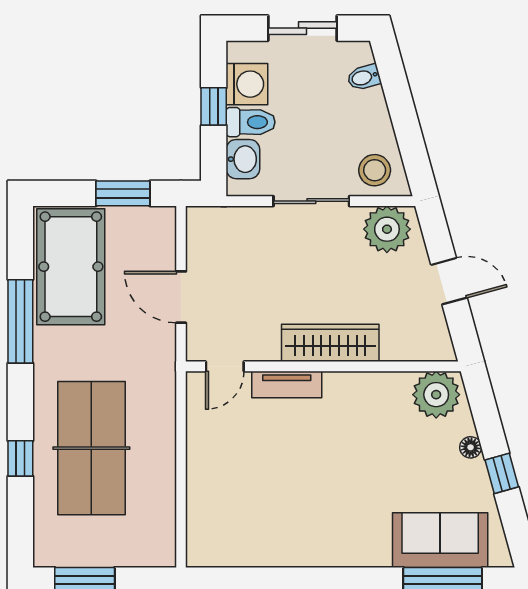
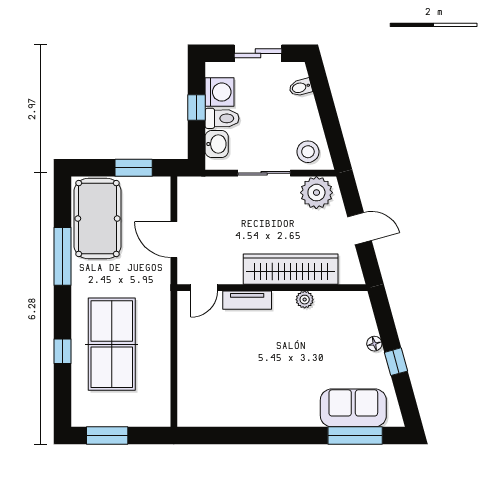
wardrobe: (330, 343) -> (291, 269), width x1.40, depth x1.17
plant: (436, 395) -> (305, 300), moved, width x0.53, depth x0.53

